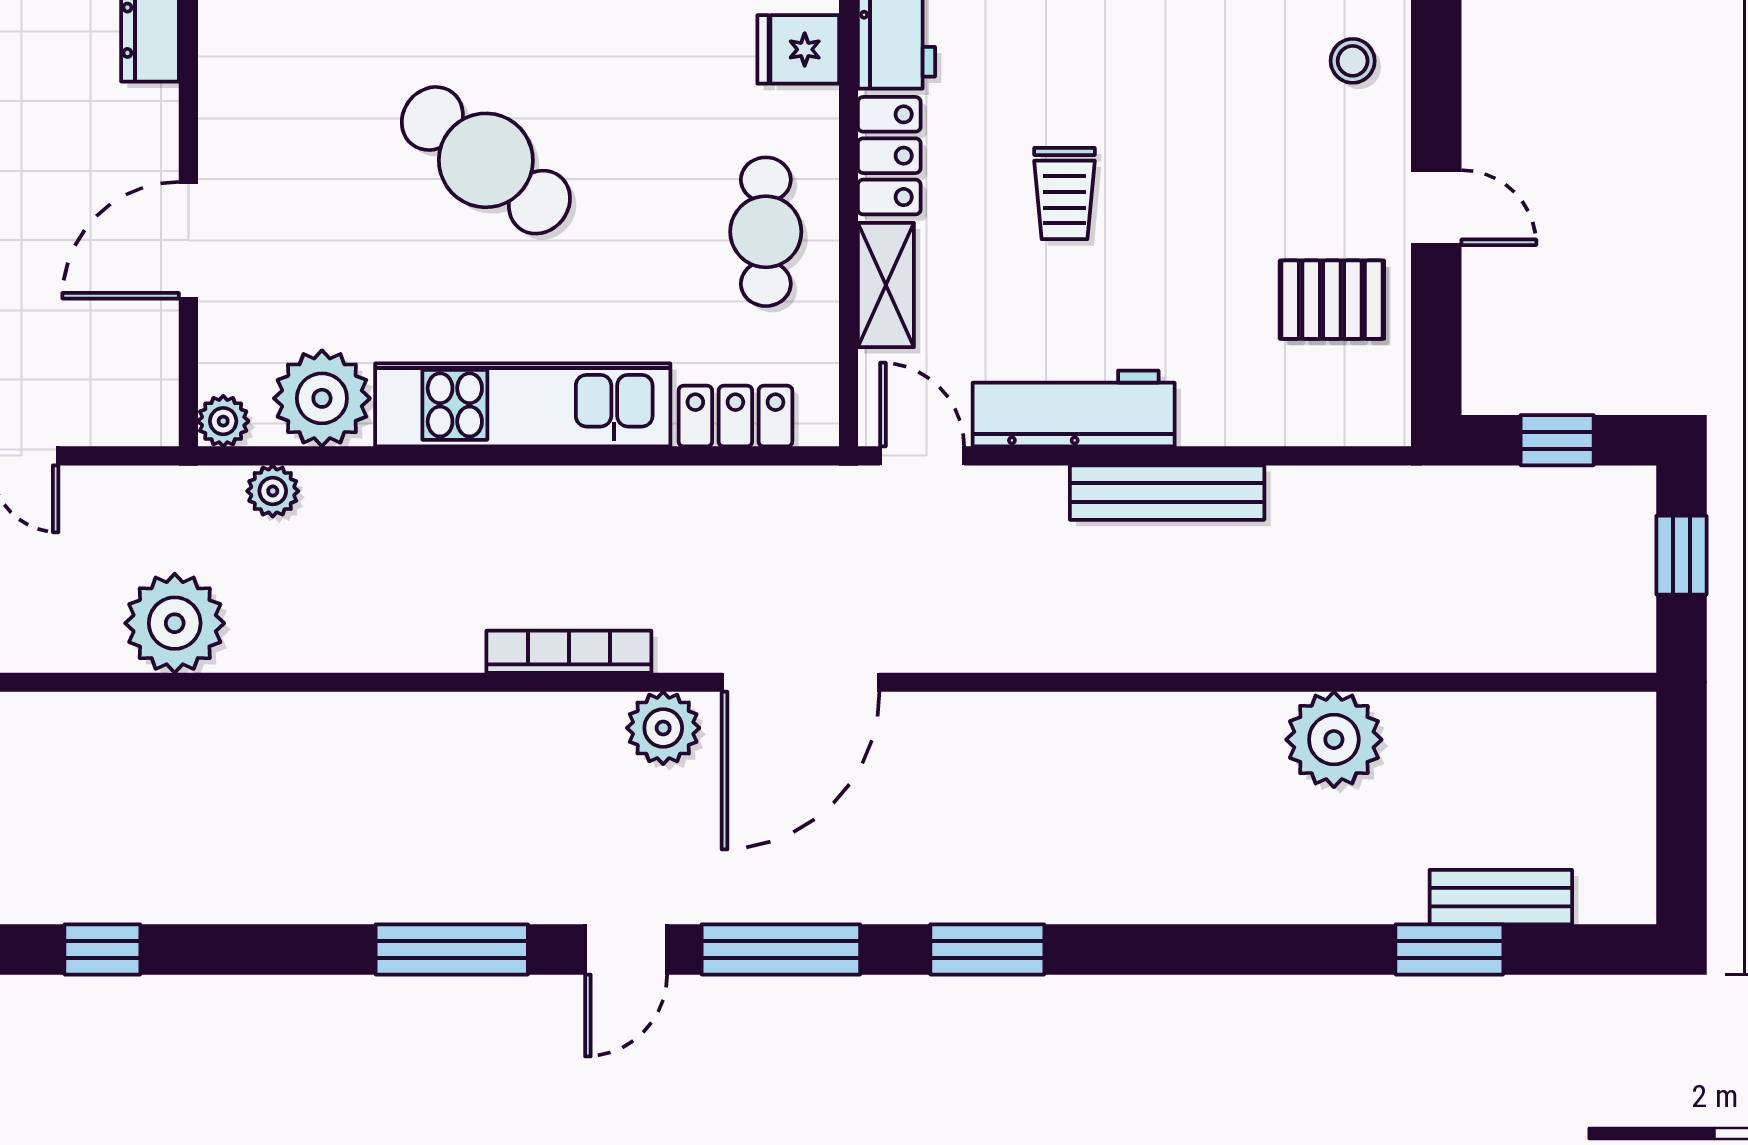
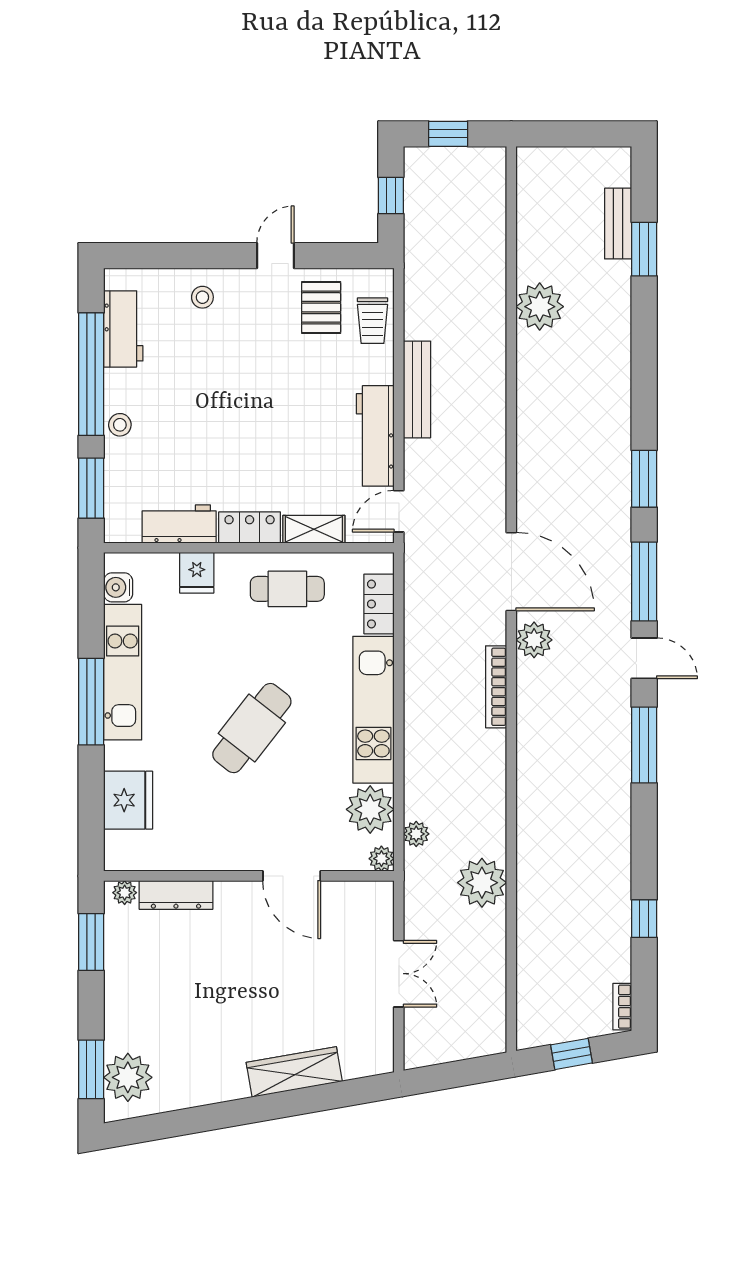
trolley: (1064, 194) -> (372, 321), moved, turned 90

